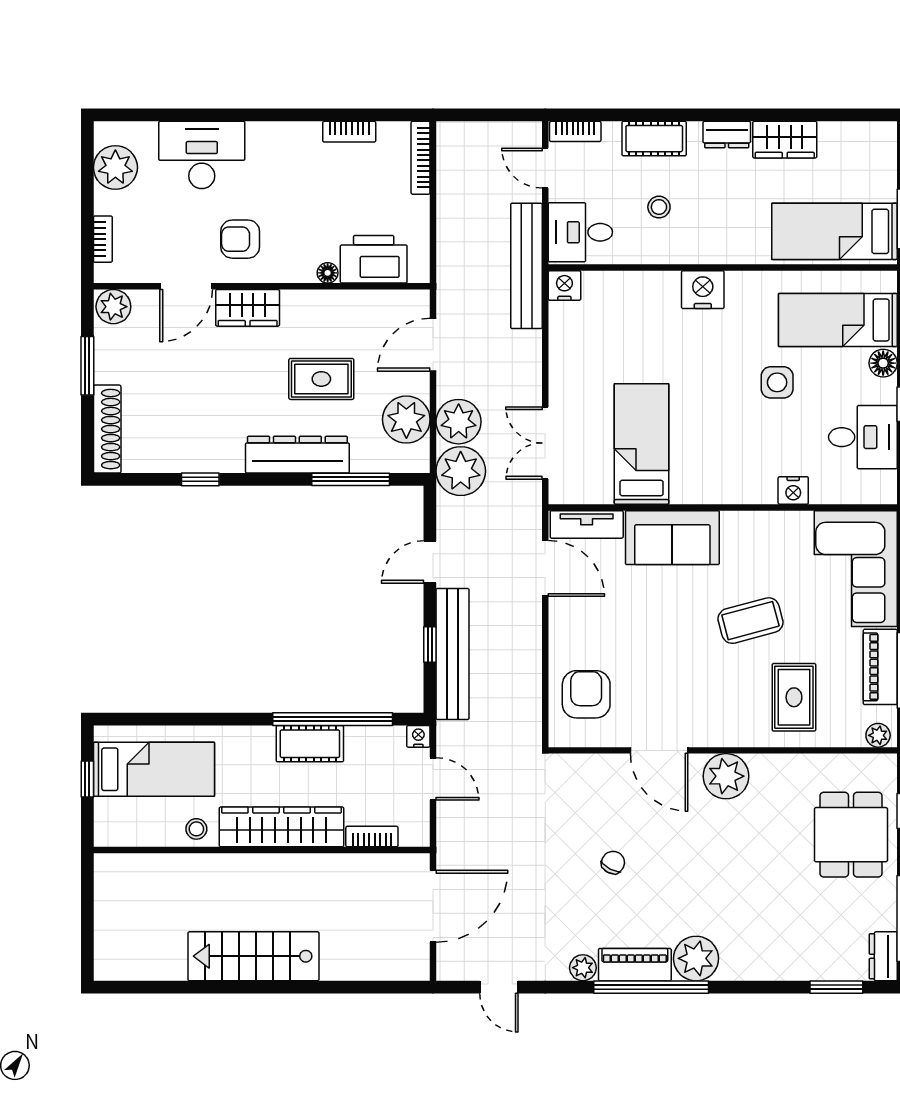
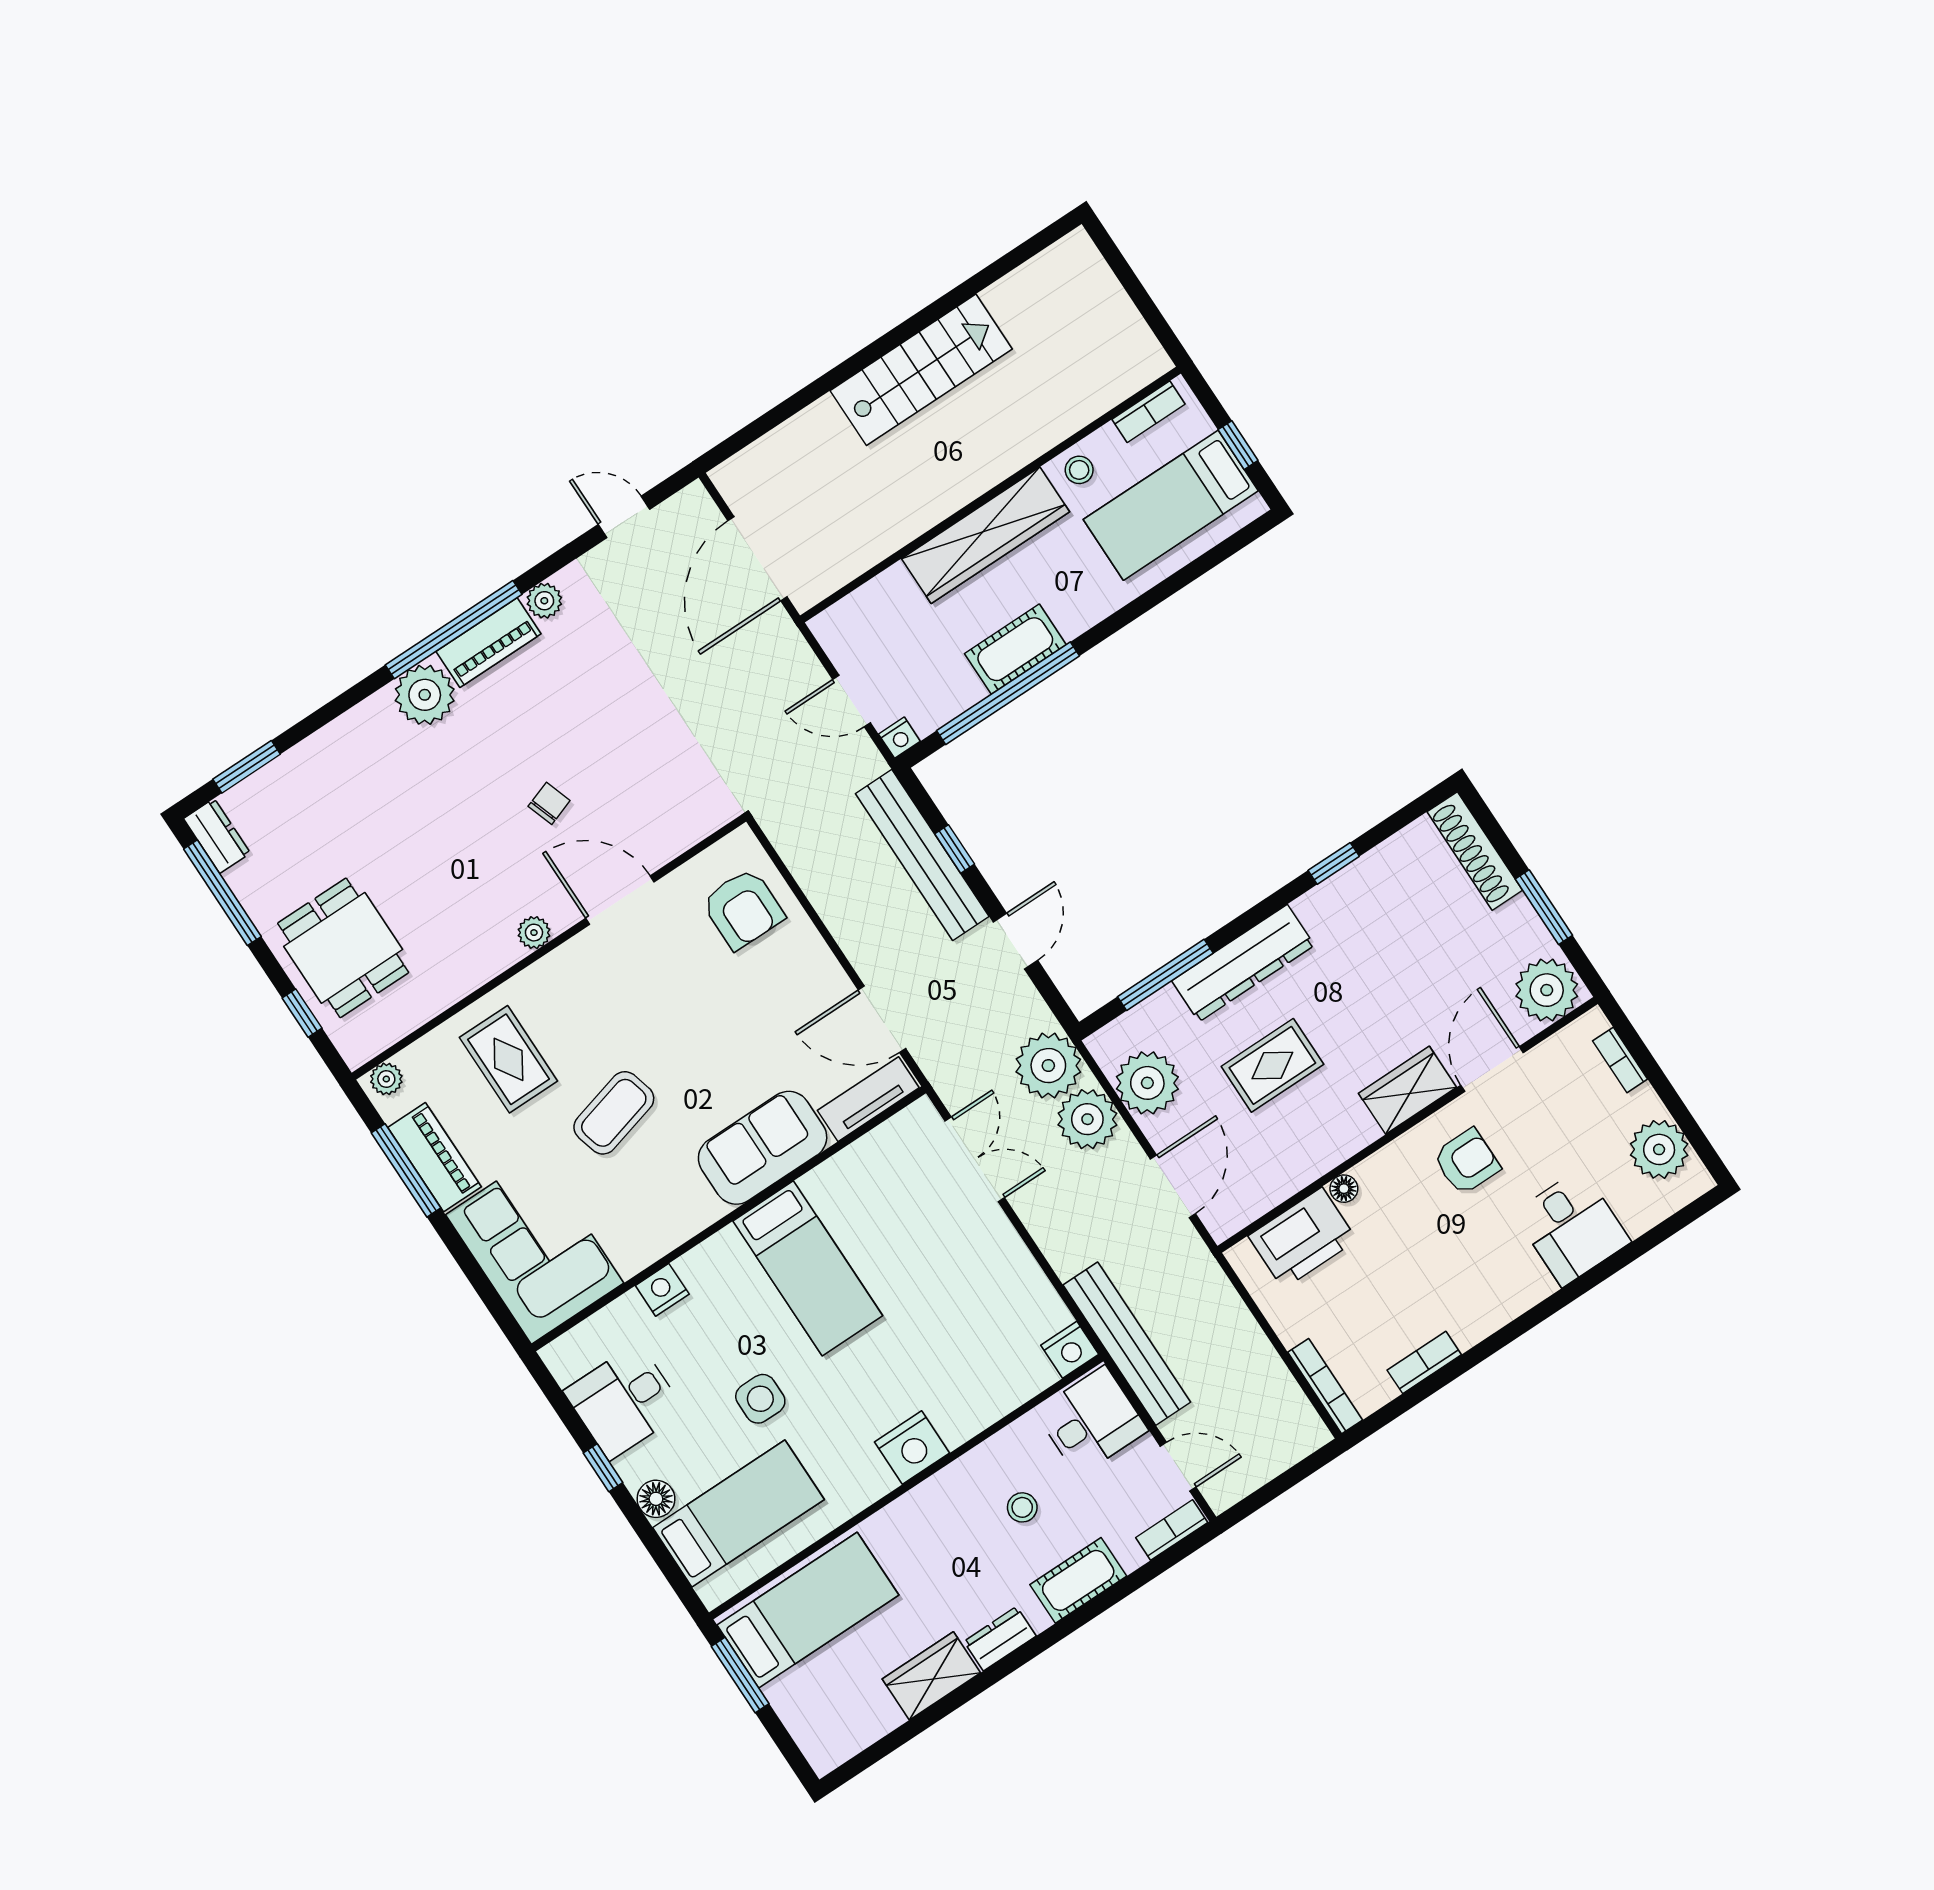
desk: (202, 155) -> (1572, 1227), width x0.73
plant: (113, 307) -> (1547, 990), width x1.36, depth x1.36
bed: (642, 444) -> (808, 1268), moved
plant: (726, 776) -> (534, 933), width x0.53, depth x0.53
bookcase: (372, 837) -> (1148, 412), moved
chair: (613, 863) -> (549, 803), moved, turned -137

